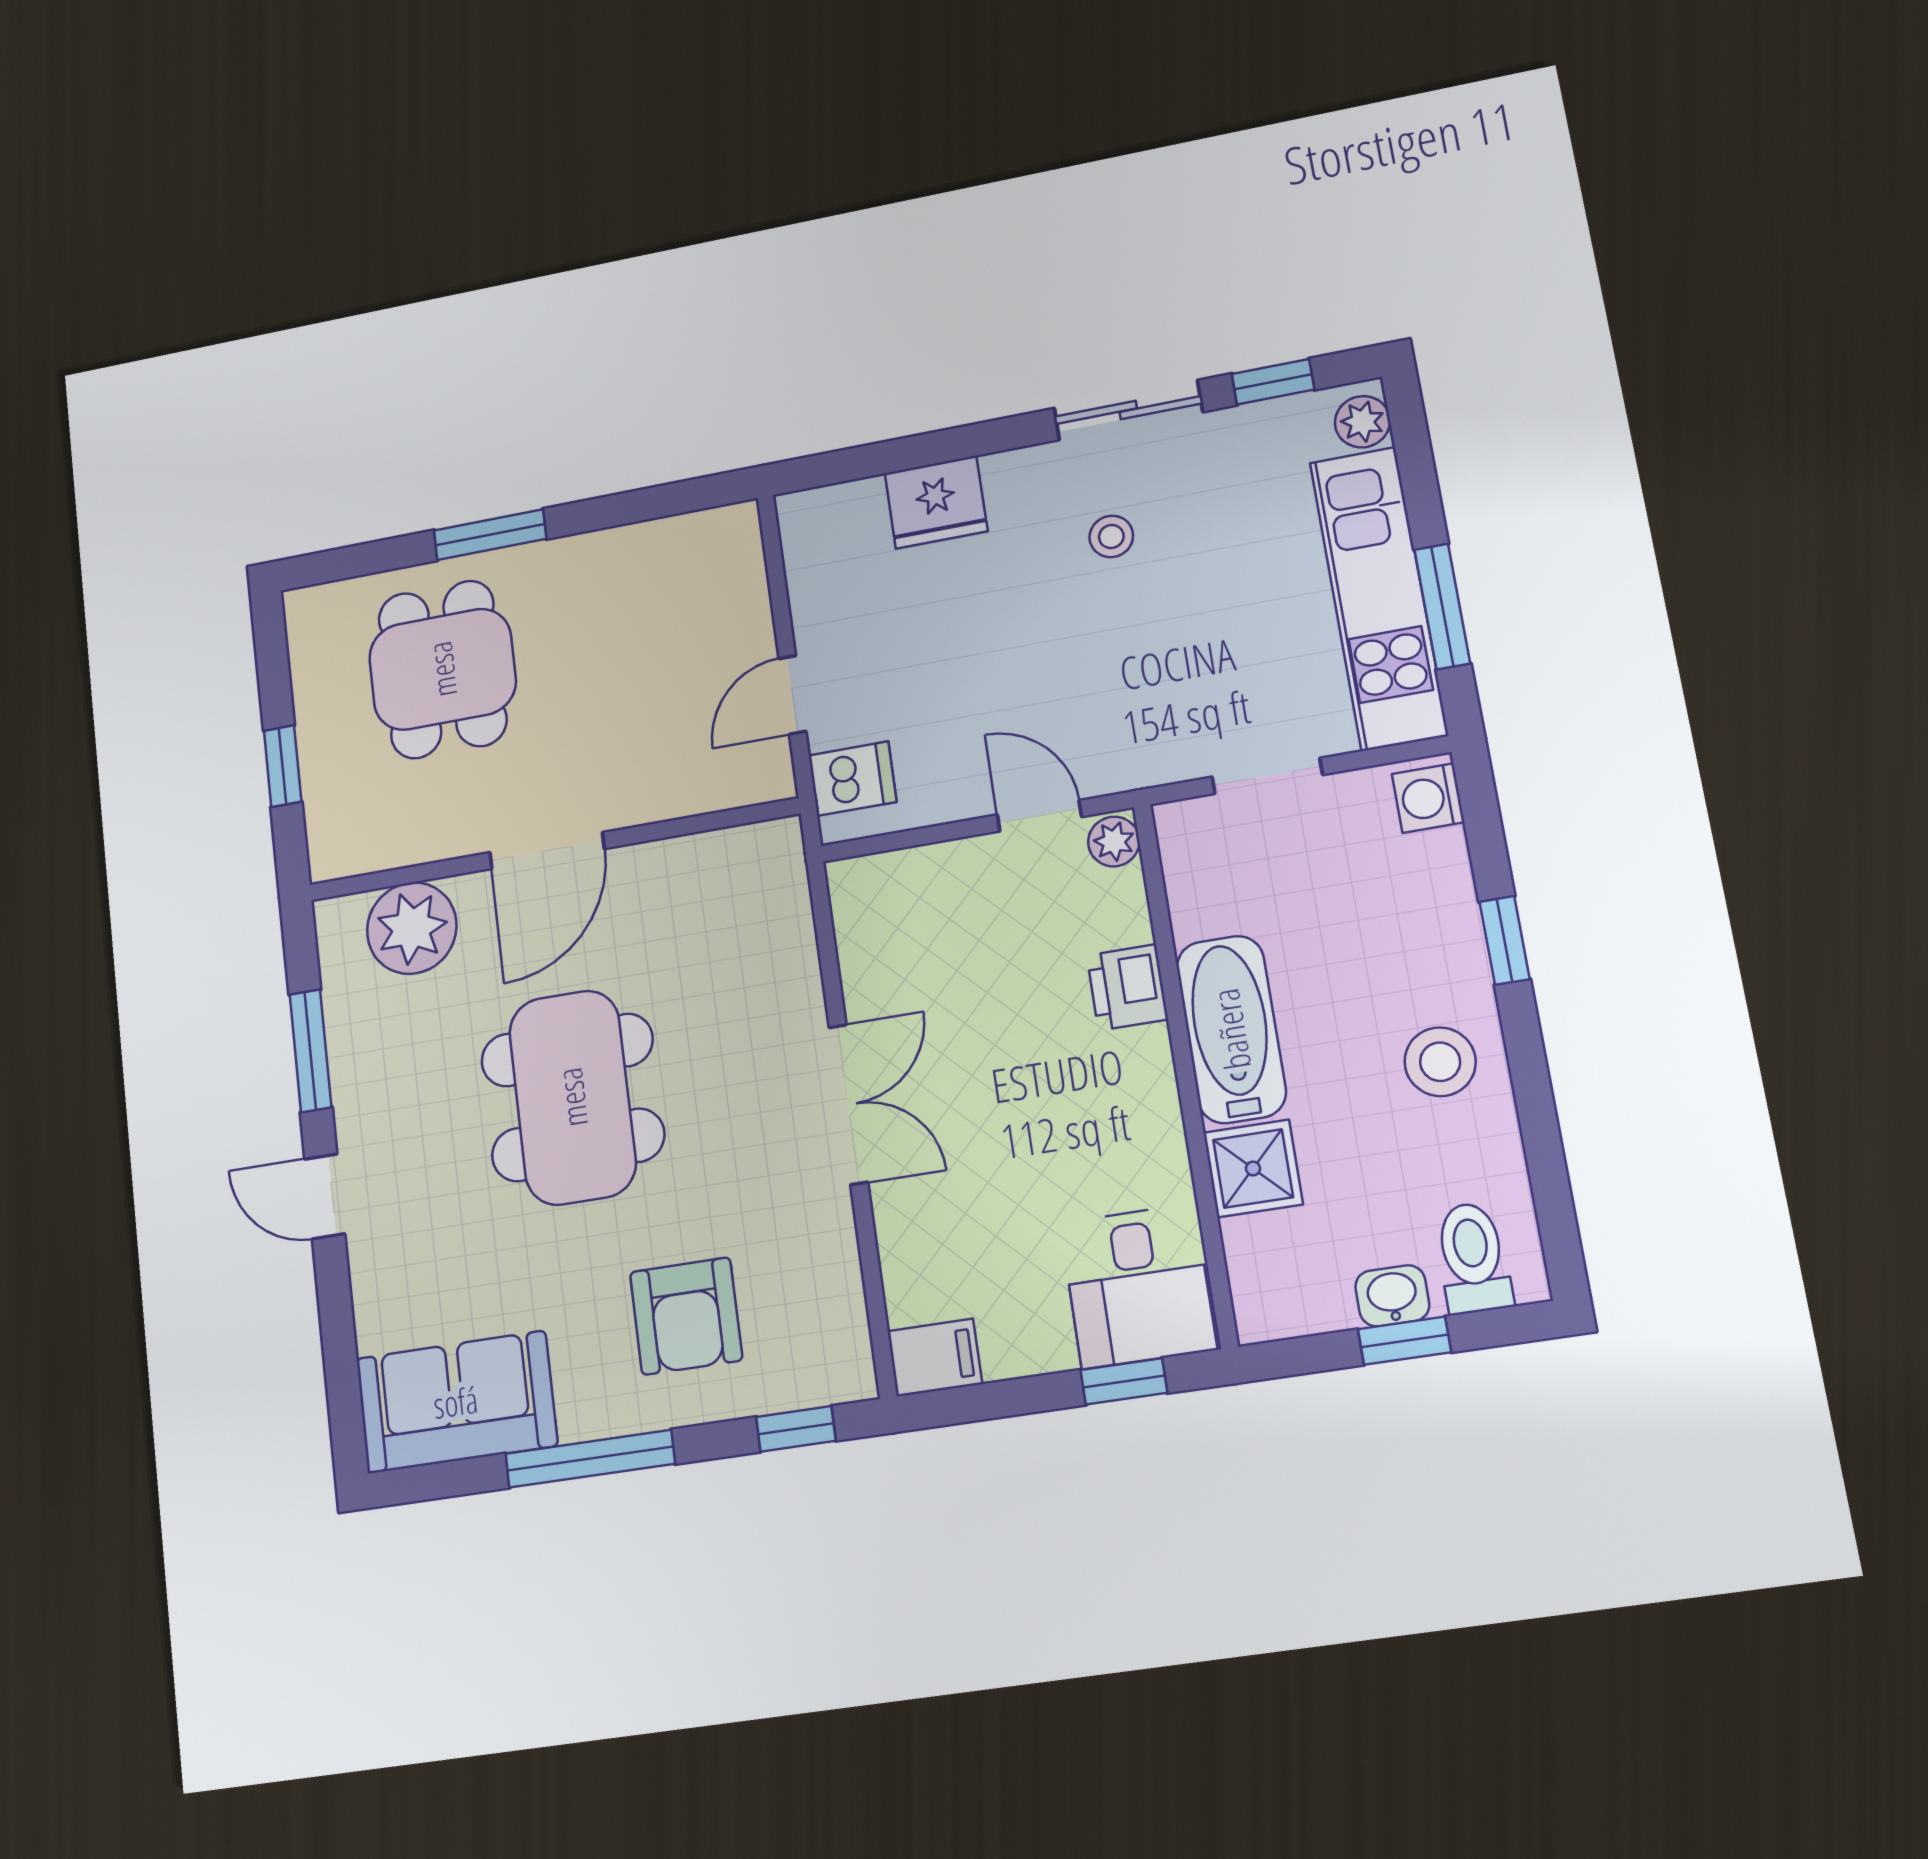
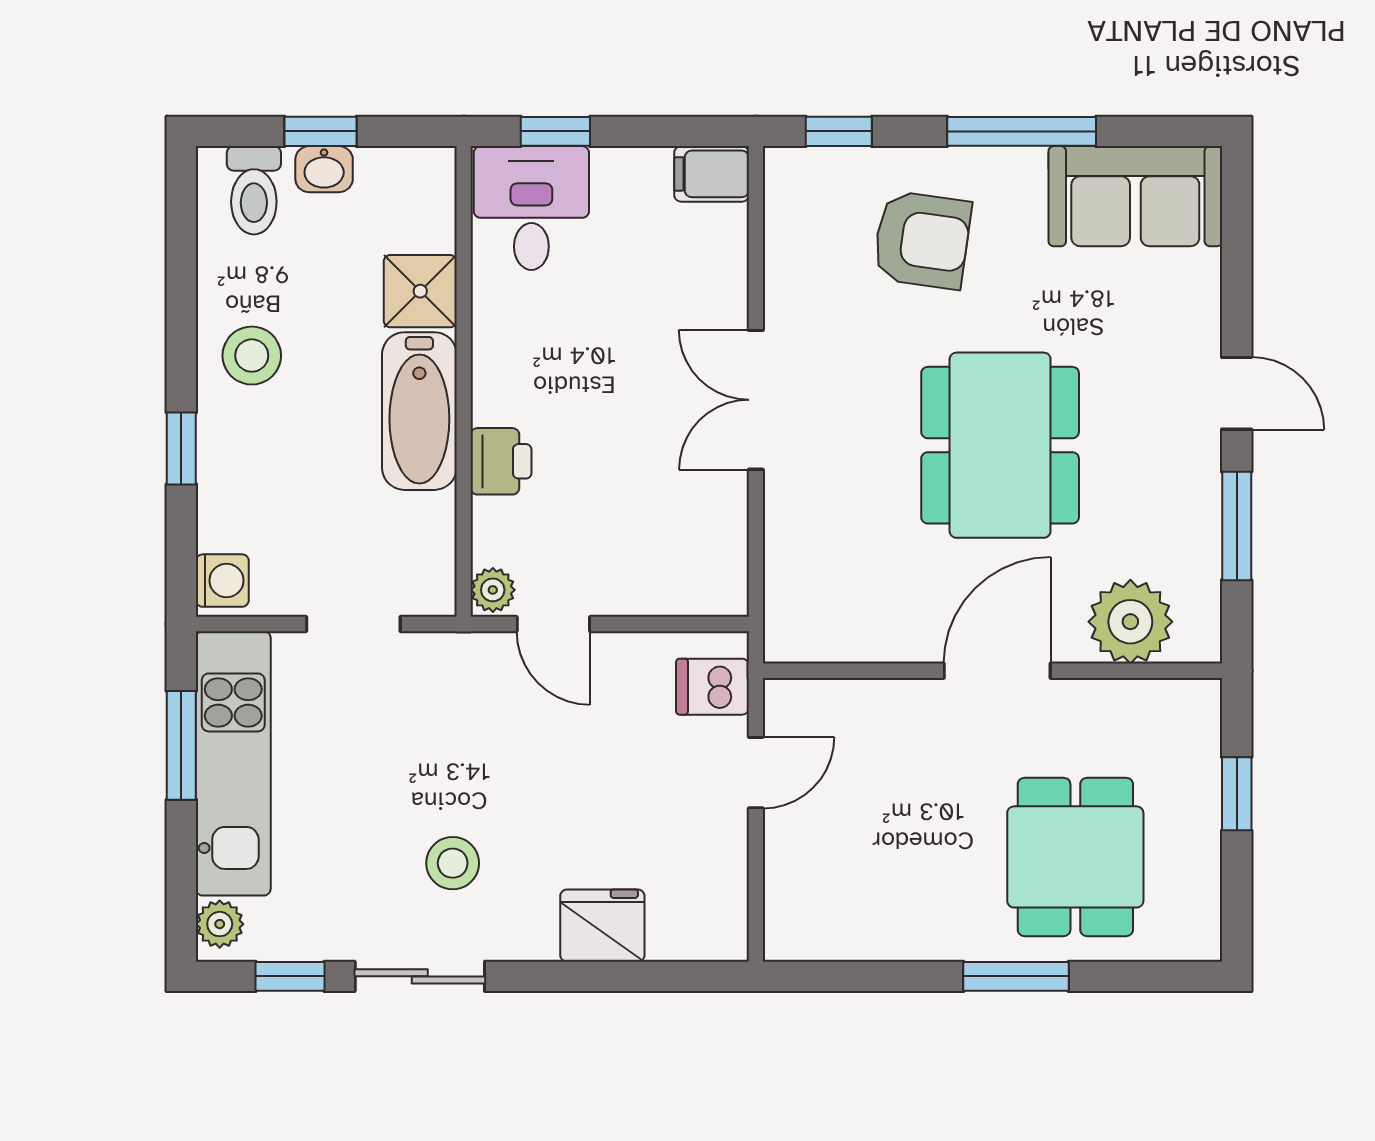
stool: (1111, 536) -> (453, 863), width x1.37, depth x1.37
armchair: (686, 1316) -> (922, 240), turned 98

